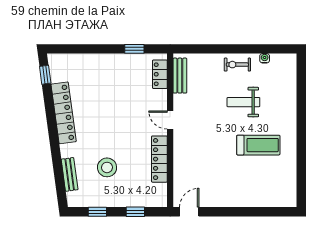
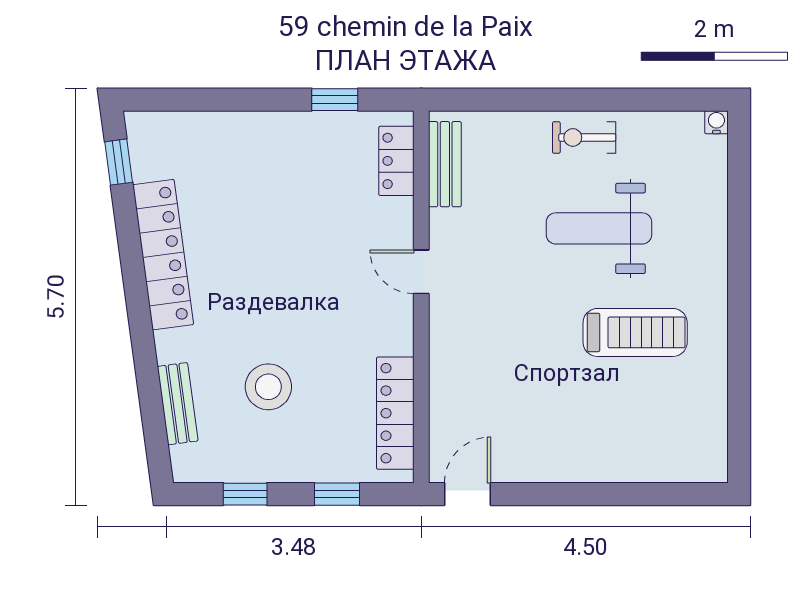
water cooler: (265, 58) -> (716, 122), moved
weight bench: (243, 102) -> (599, 228), width x1.36, depth x1.33
locker: (159, 159) -> (395, 413), moved

